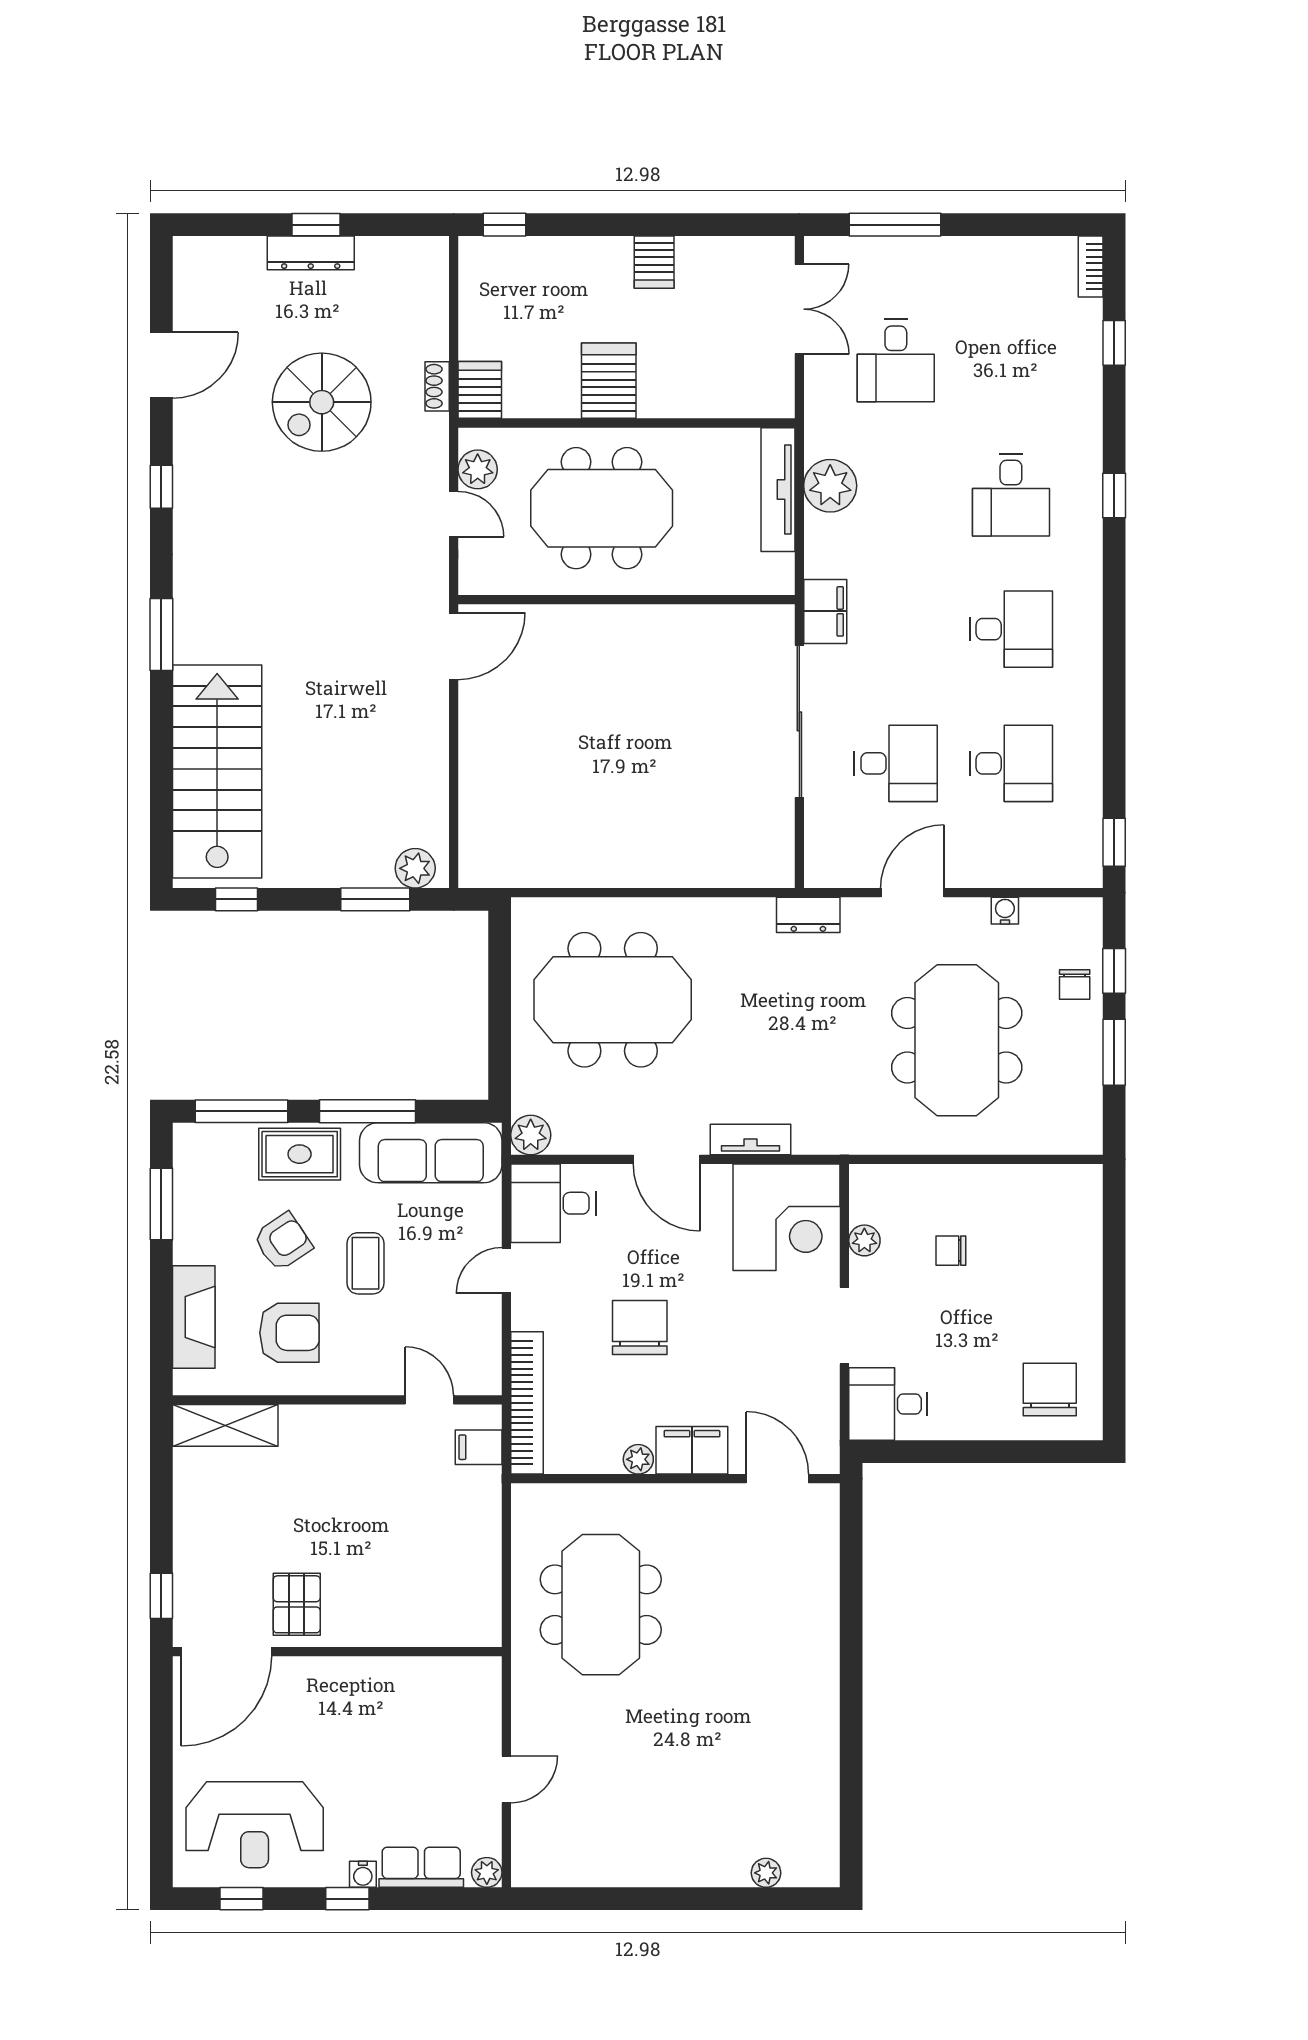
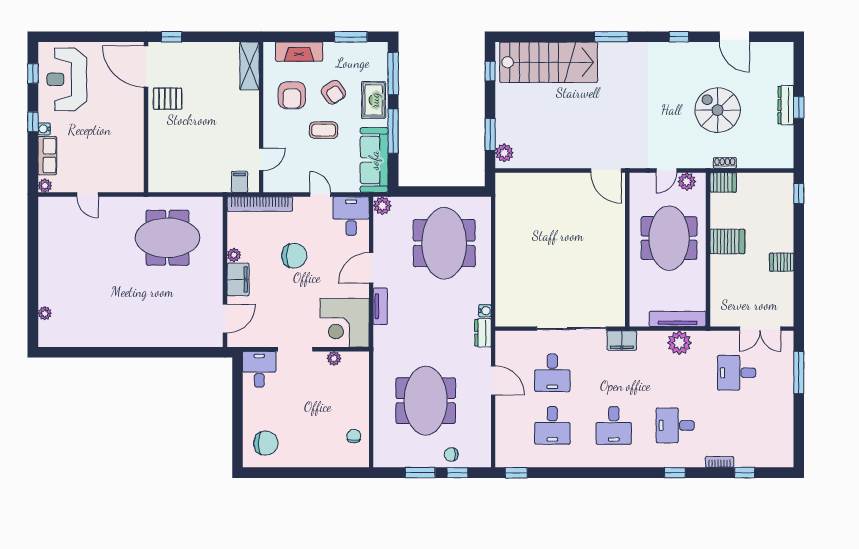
bookcase: (1091, 267) -> (720, 462), moved
water cooler: (1005, 911) -> (485, 311), moved
meeting table: (957, 1040) -> (426, 401), turned 90
chair: (951, 1251) -> (354, 436), moved

